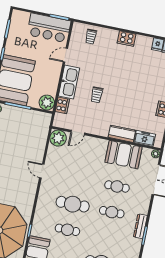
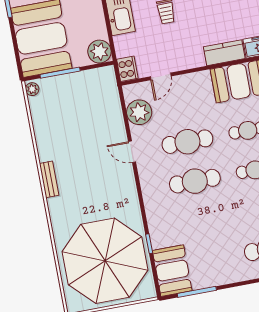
cooker: (62, 105) -> (127, 69), moved
plant: (58, 138) -> (139, 112), moved
cafe table: (67, 230) -> (187, 142), moved, width x1.37, depth x1.35

